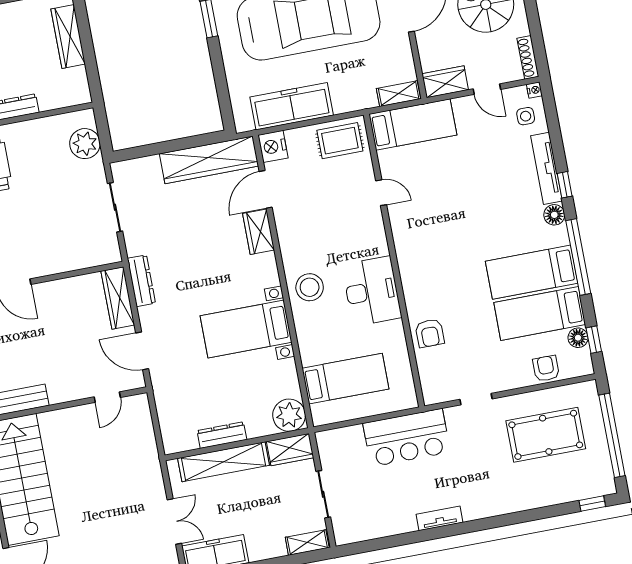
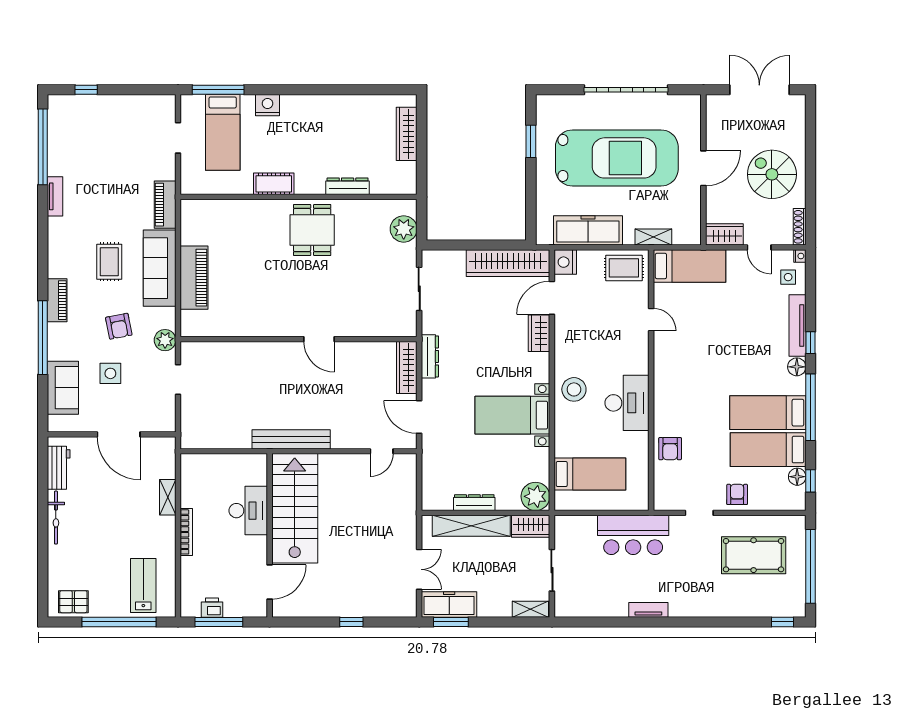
shelving: (399, 94) -> (653, 237), moved
armchair: (546, 368) -> (737, 494), moved

